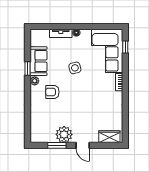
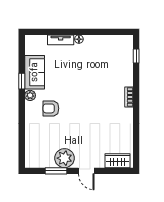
corner sofa: (107, 51) -> (115, 60), removed
side table: (75, 68) -> (77, 80), removed

